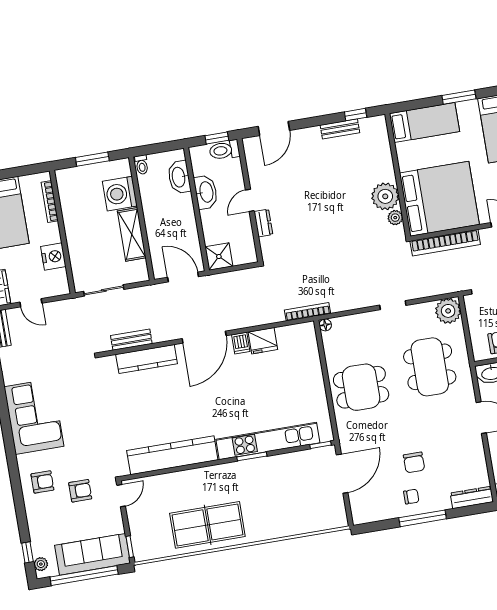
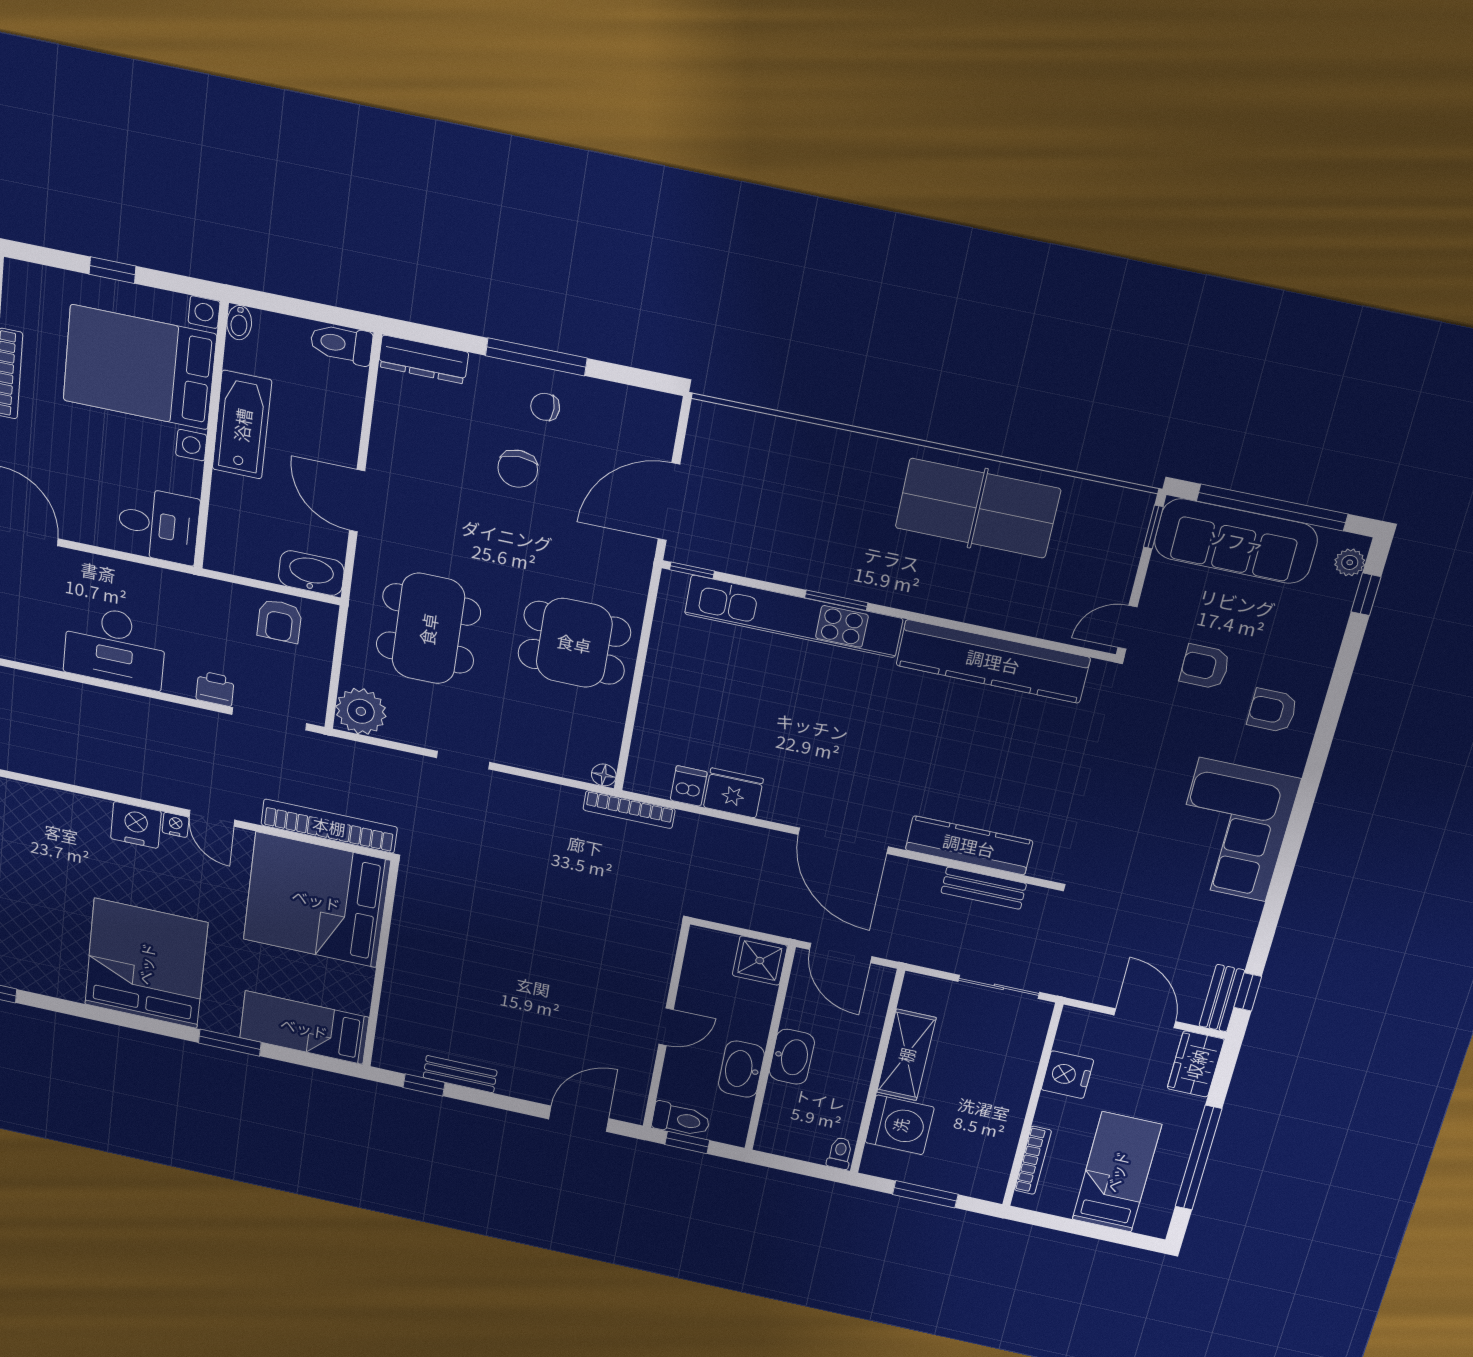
washbasin: (179, 177) -> (792, 1057), moved
plant: (385, 196) -> (415, 941), removed
plant: (395, 218) -> (408, 901), removed
dresser: (263, 223) -> (656, 982), removed
door: (31, 303) -> (1145, 1018), width x1.38
door: (204, 337) -> (843, 841), swing flipped
dishwasher: (241, 343) -> (689, 786), moved
chair: (414, 462) -> (518, 469), turned 180

